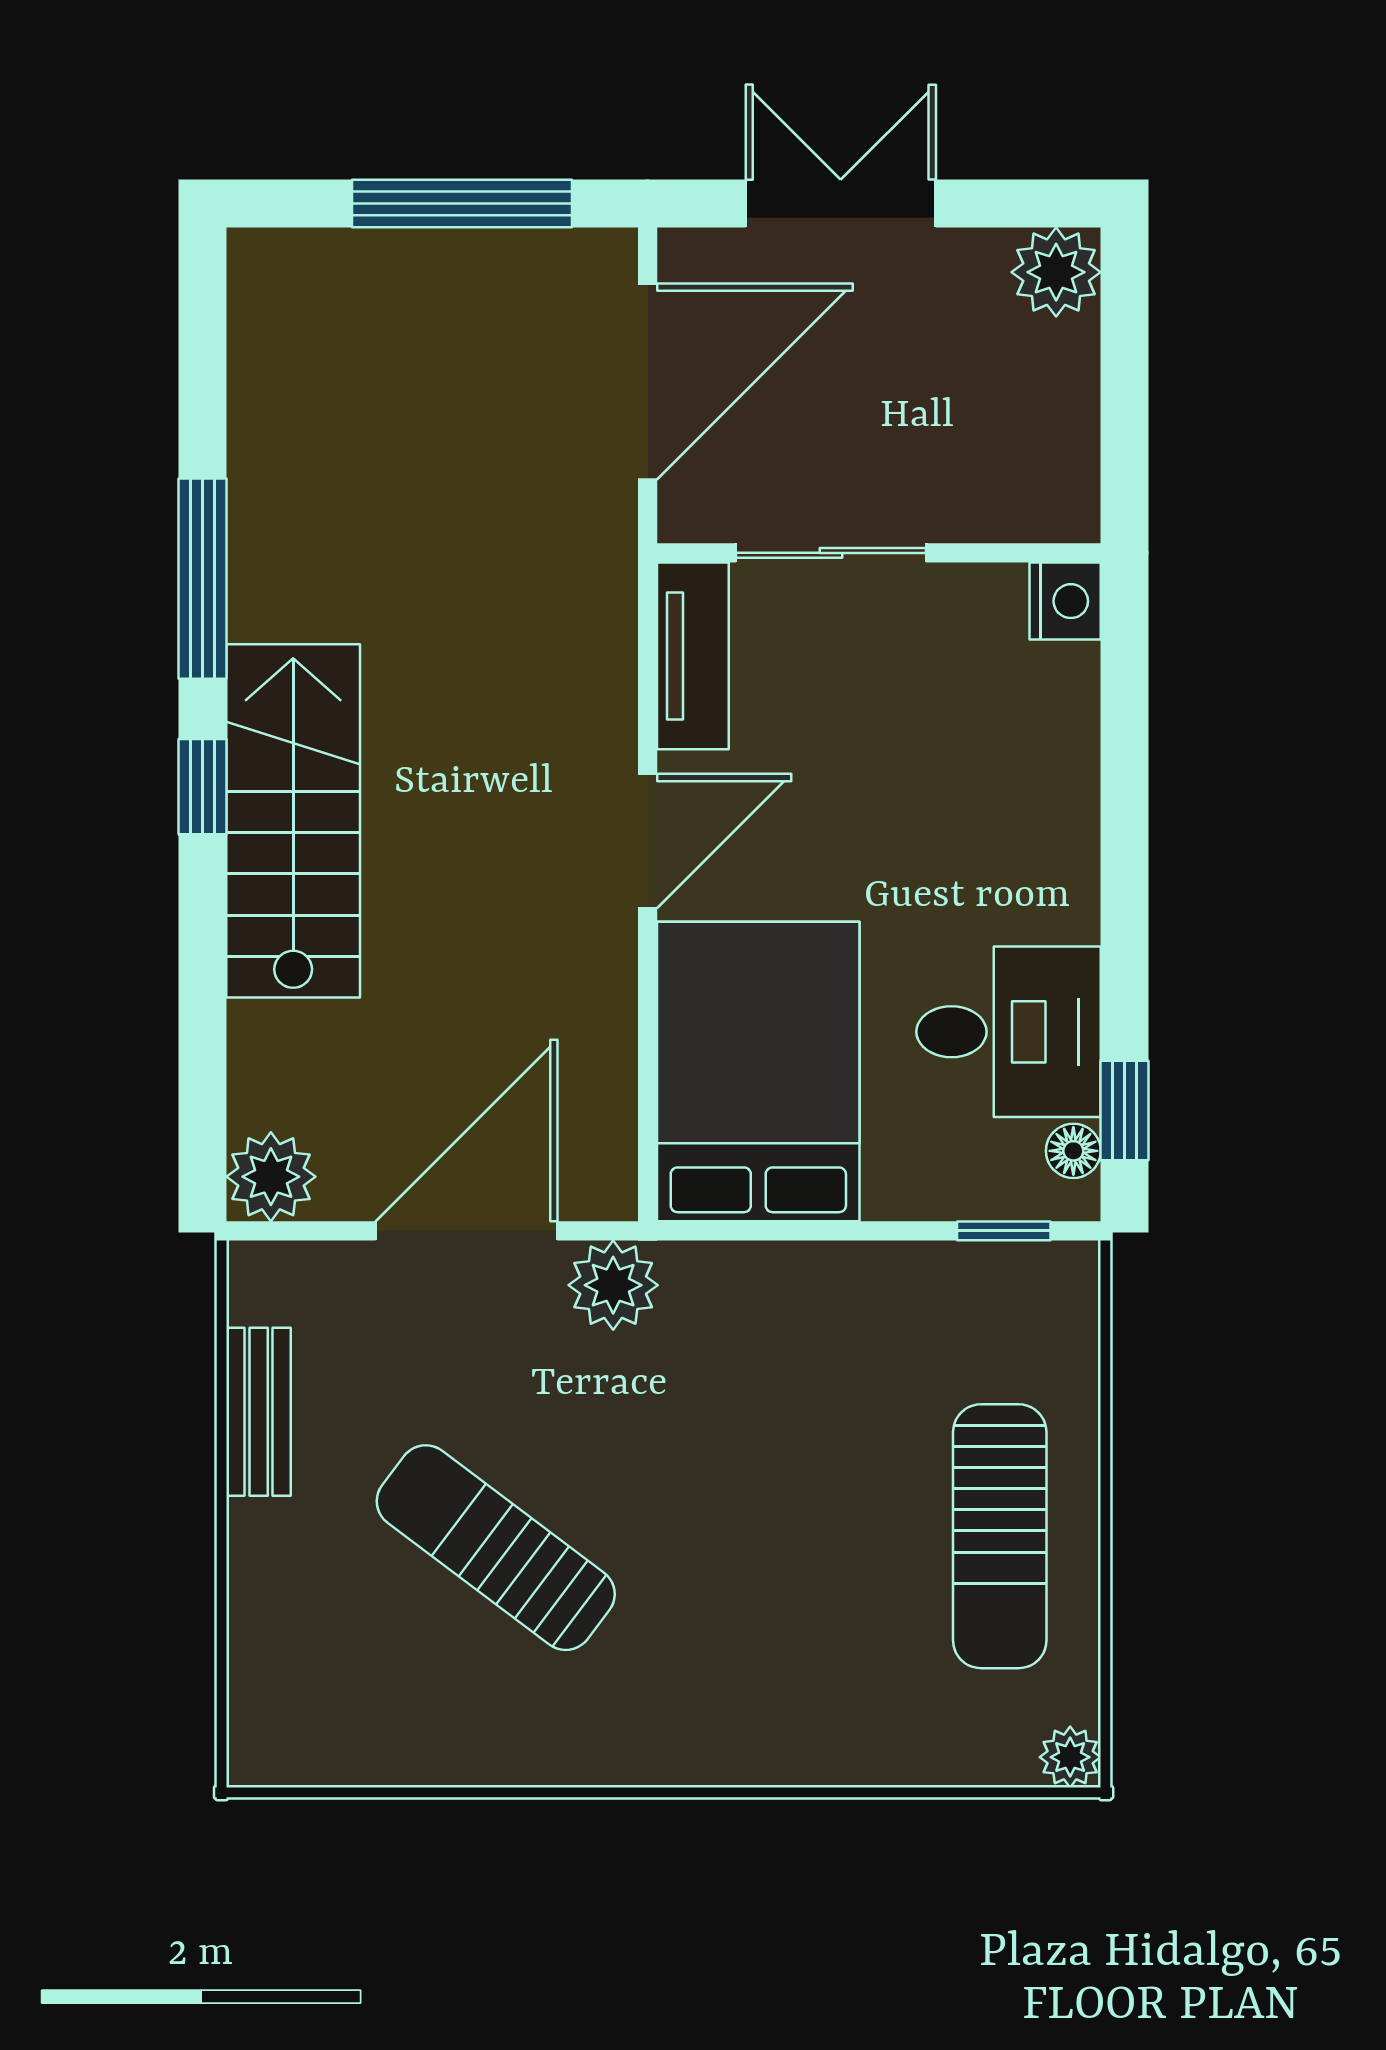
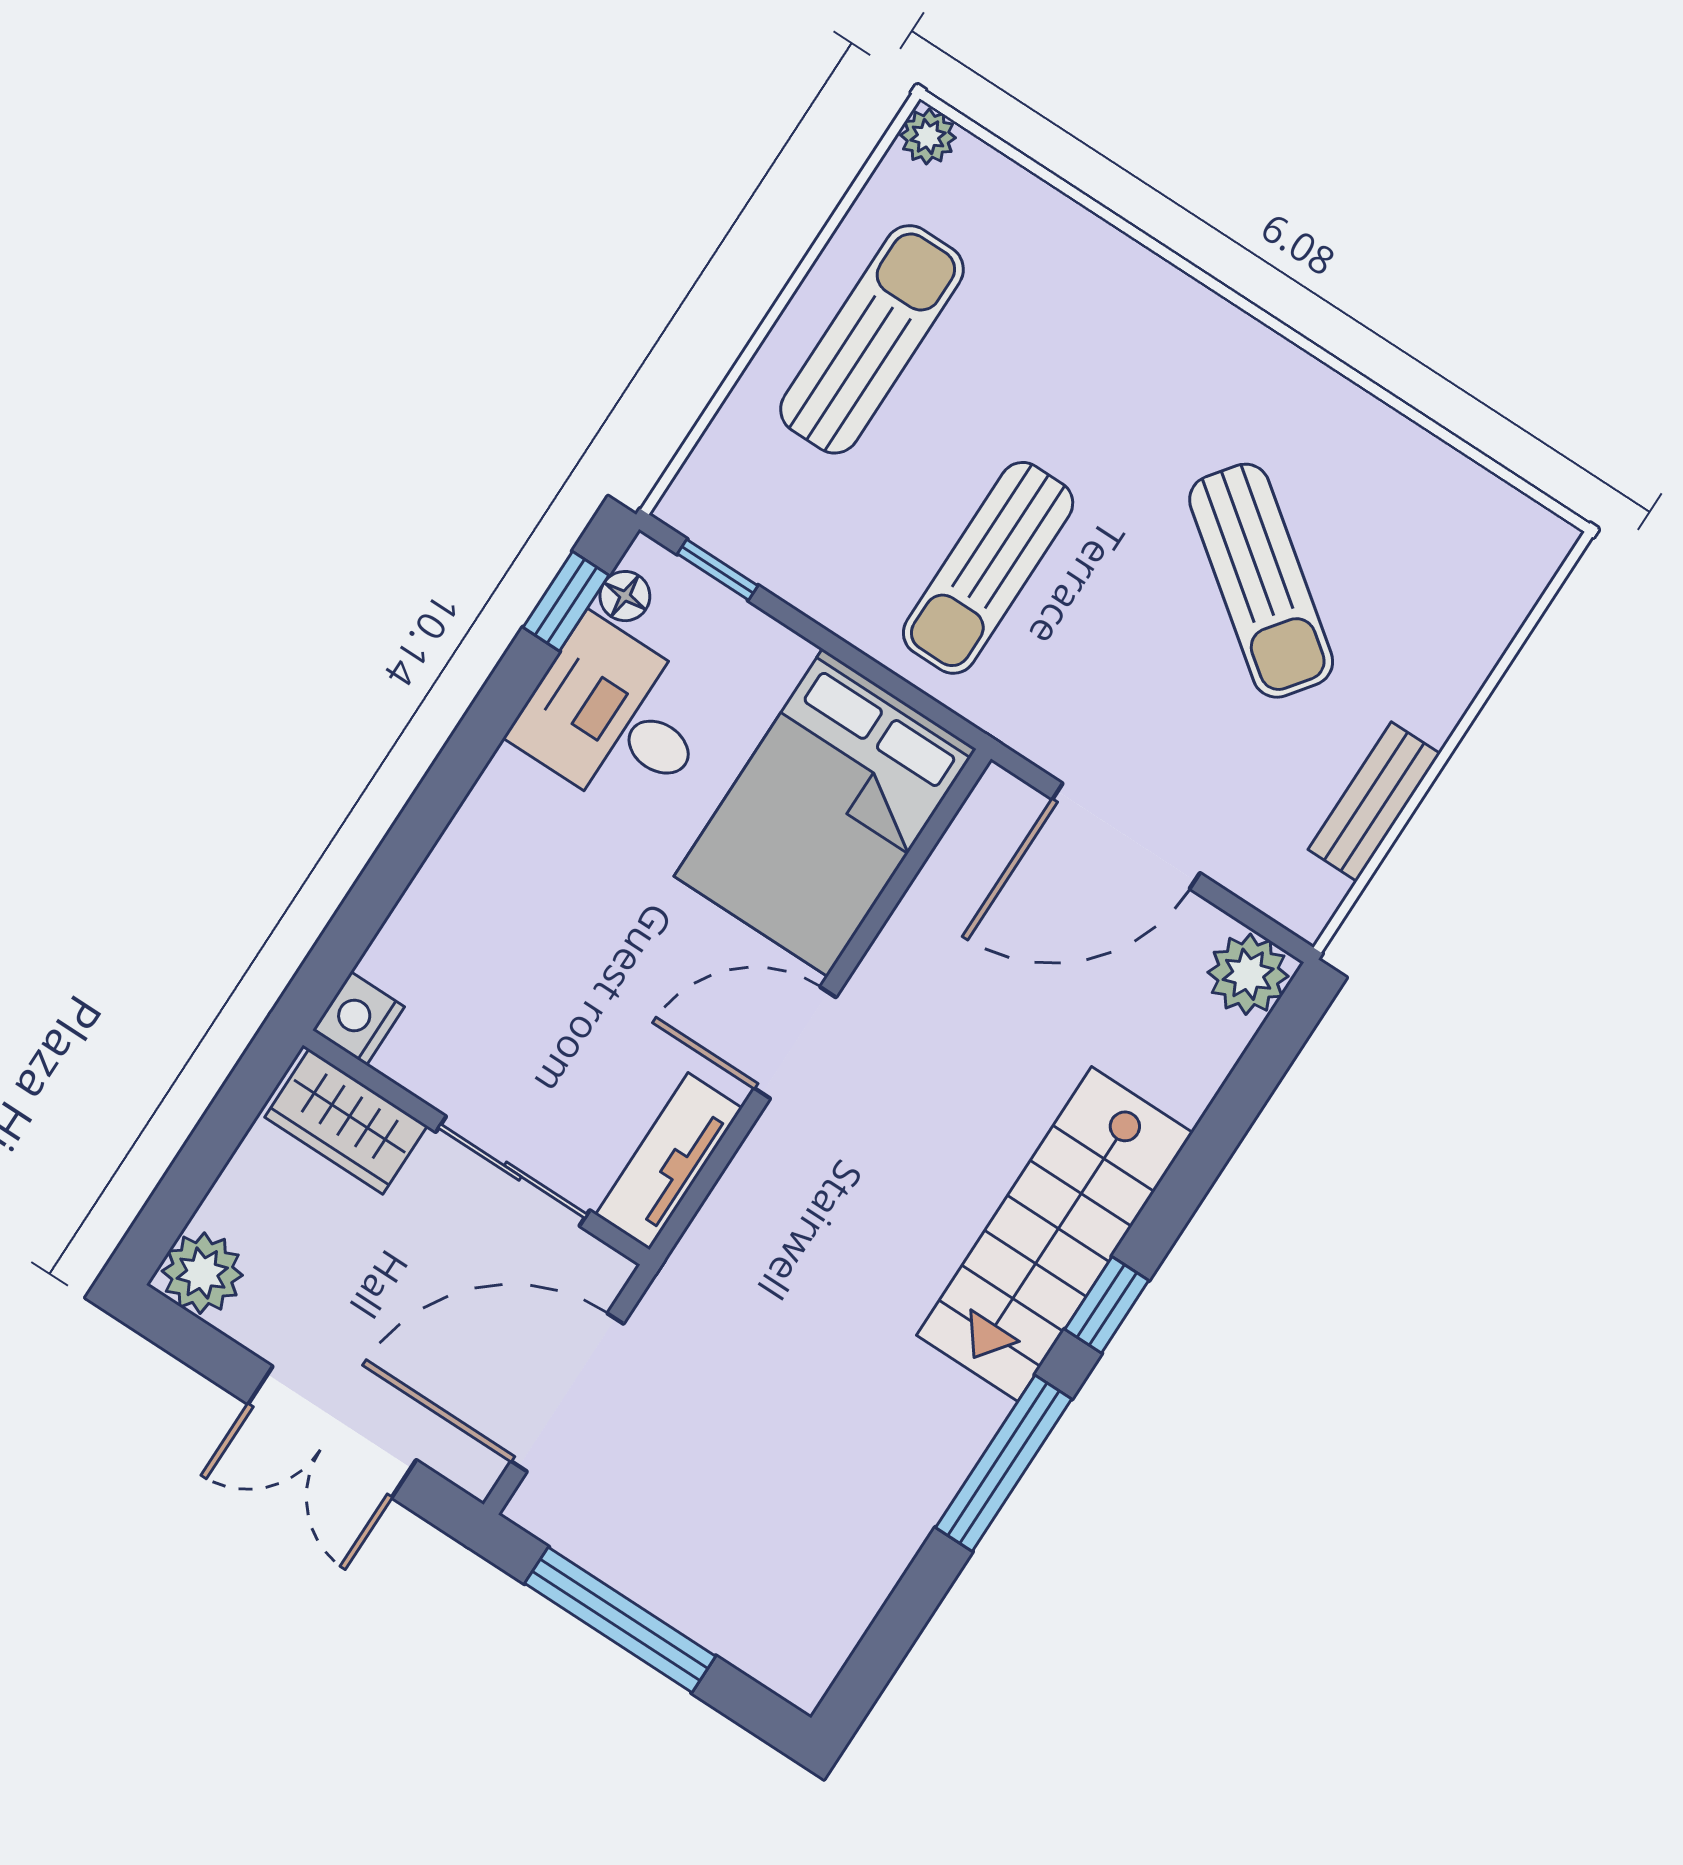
wardrobe: (1015, 498) -> (346, 1122), added
plant: (613, 1285) -> (1042, 722), removed
sun lounger: (755, 1395) -> (988, 568), added

